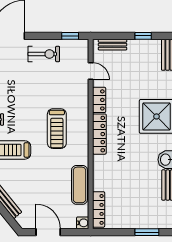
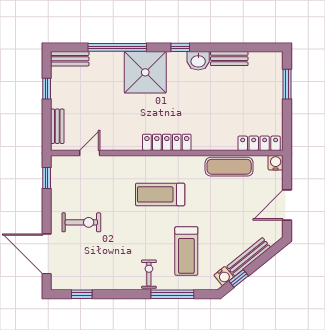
exercise bike: (44, 54) -> (81, 222), moved, turned 90
locker: (99, 100) -> (125, 143), removed
treadmill: (57, 129) -> (160, 194), turned 180

